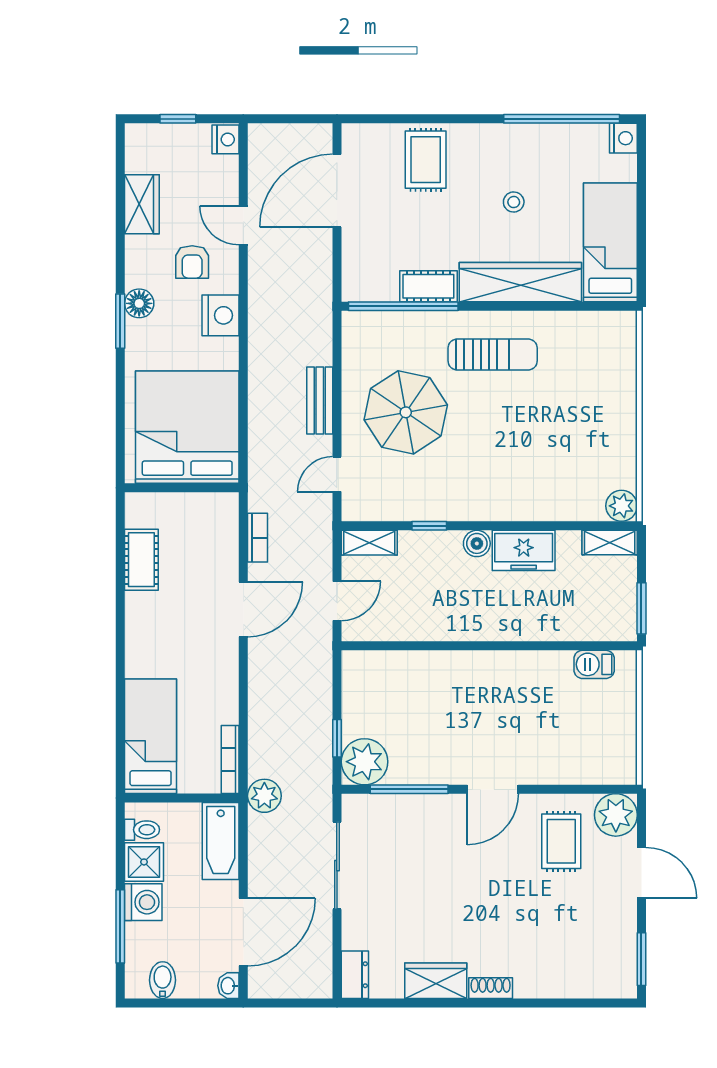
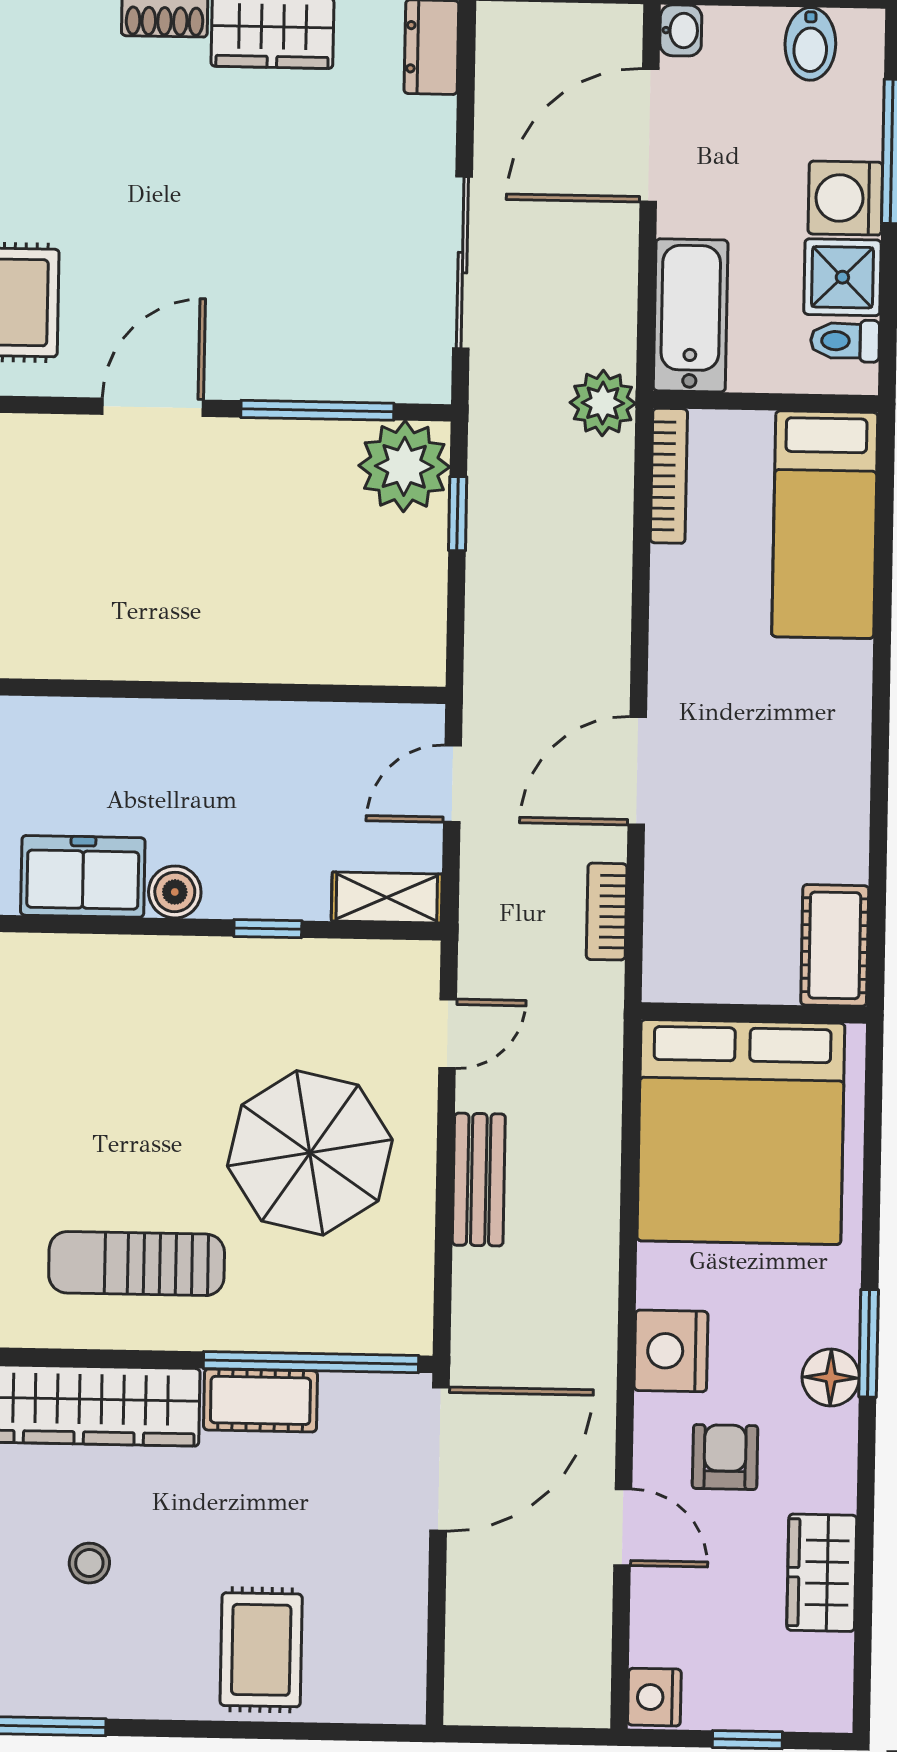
door: (337, 191) -> (439, 1459), moved
cot: (141, 560) -> (835, 945), moved

